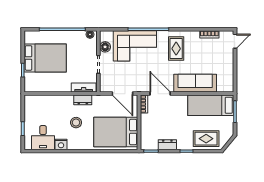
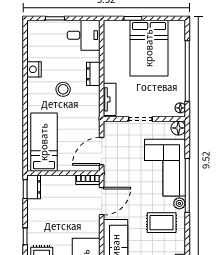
plant: (162, 35) -> (179, 203), added
floor lamp: (105, 47) -> (178, 128), moved
dresser: (83, 100) -> (93, 74), moved
bed: (116, 132) -> (44, 142), width x0.67
desk: (43, 138) -> (84, 35), moved, turned 180
dresser: (167, 145) -> (34, 187), moved

